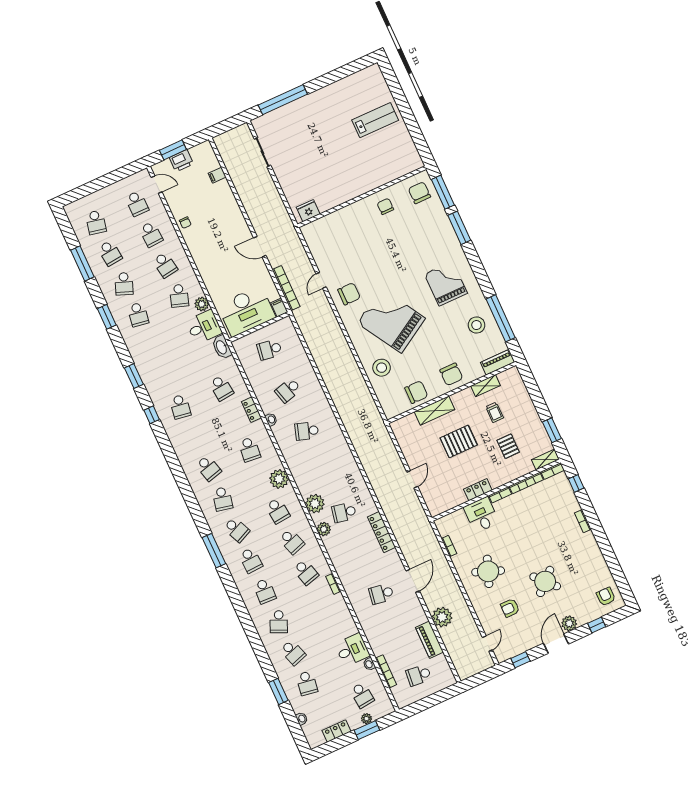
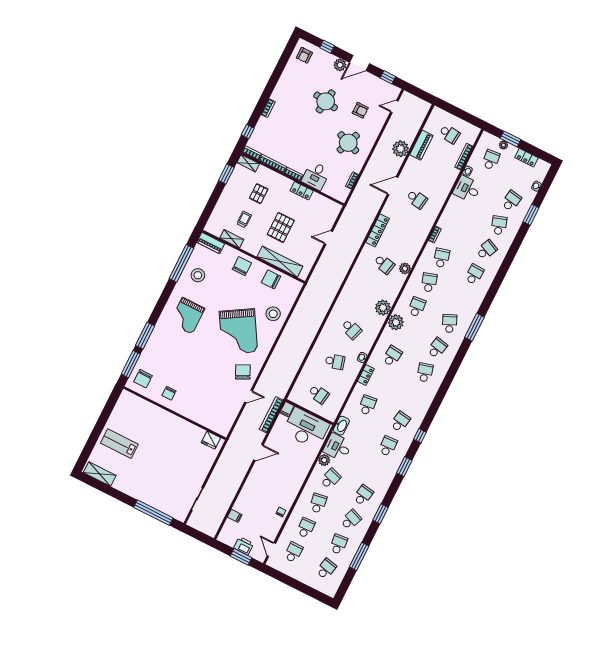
shelving: (361, 78) -> (100, 474), added
door: (260, 247) -> (258, 453), hinge flipped
chair: (349, 294) -> (243, 372), turned 64
shelving: (435, 411) -> (280, 262), width x1.47
pallet: (459, 441) -> (281, 227), turned 90
plant: (315, 504) -> (383, 308), moved
school desk: (251, 560) -> (388, 446), moved
round table: (545, 581) -> (326, 101), turned -38

